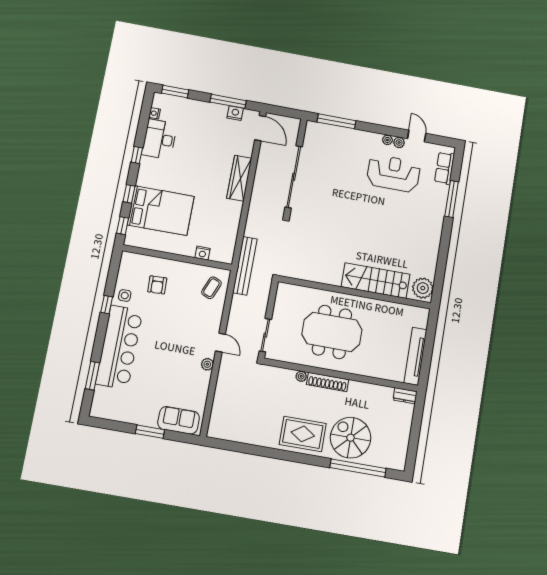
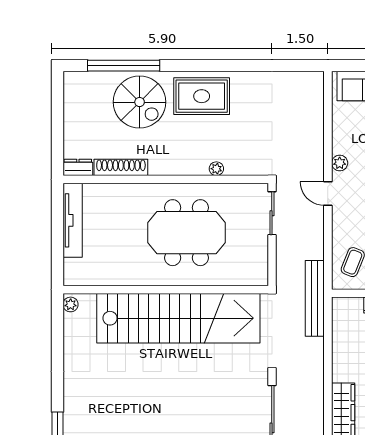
stairs: (376, 281) -> (178, 318), width x1.86, depth x1.51
plant: (423, 288) -> (71, 304), width x0.53, depth x0.53
shoe rack: (328, 382) -> (121, 167), moved

